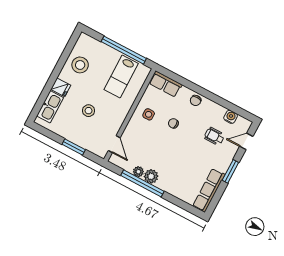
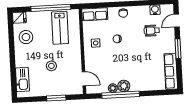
fridge: (61, 87) -> (19, 18), moved

